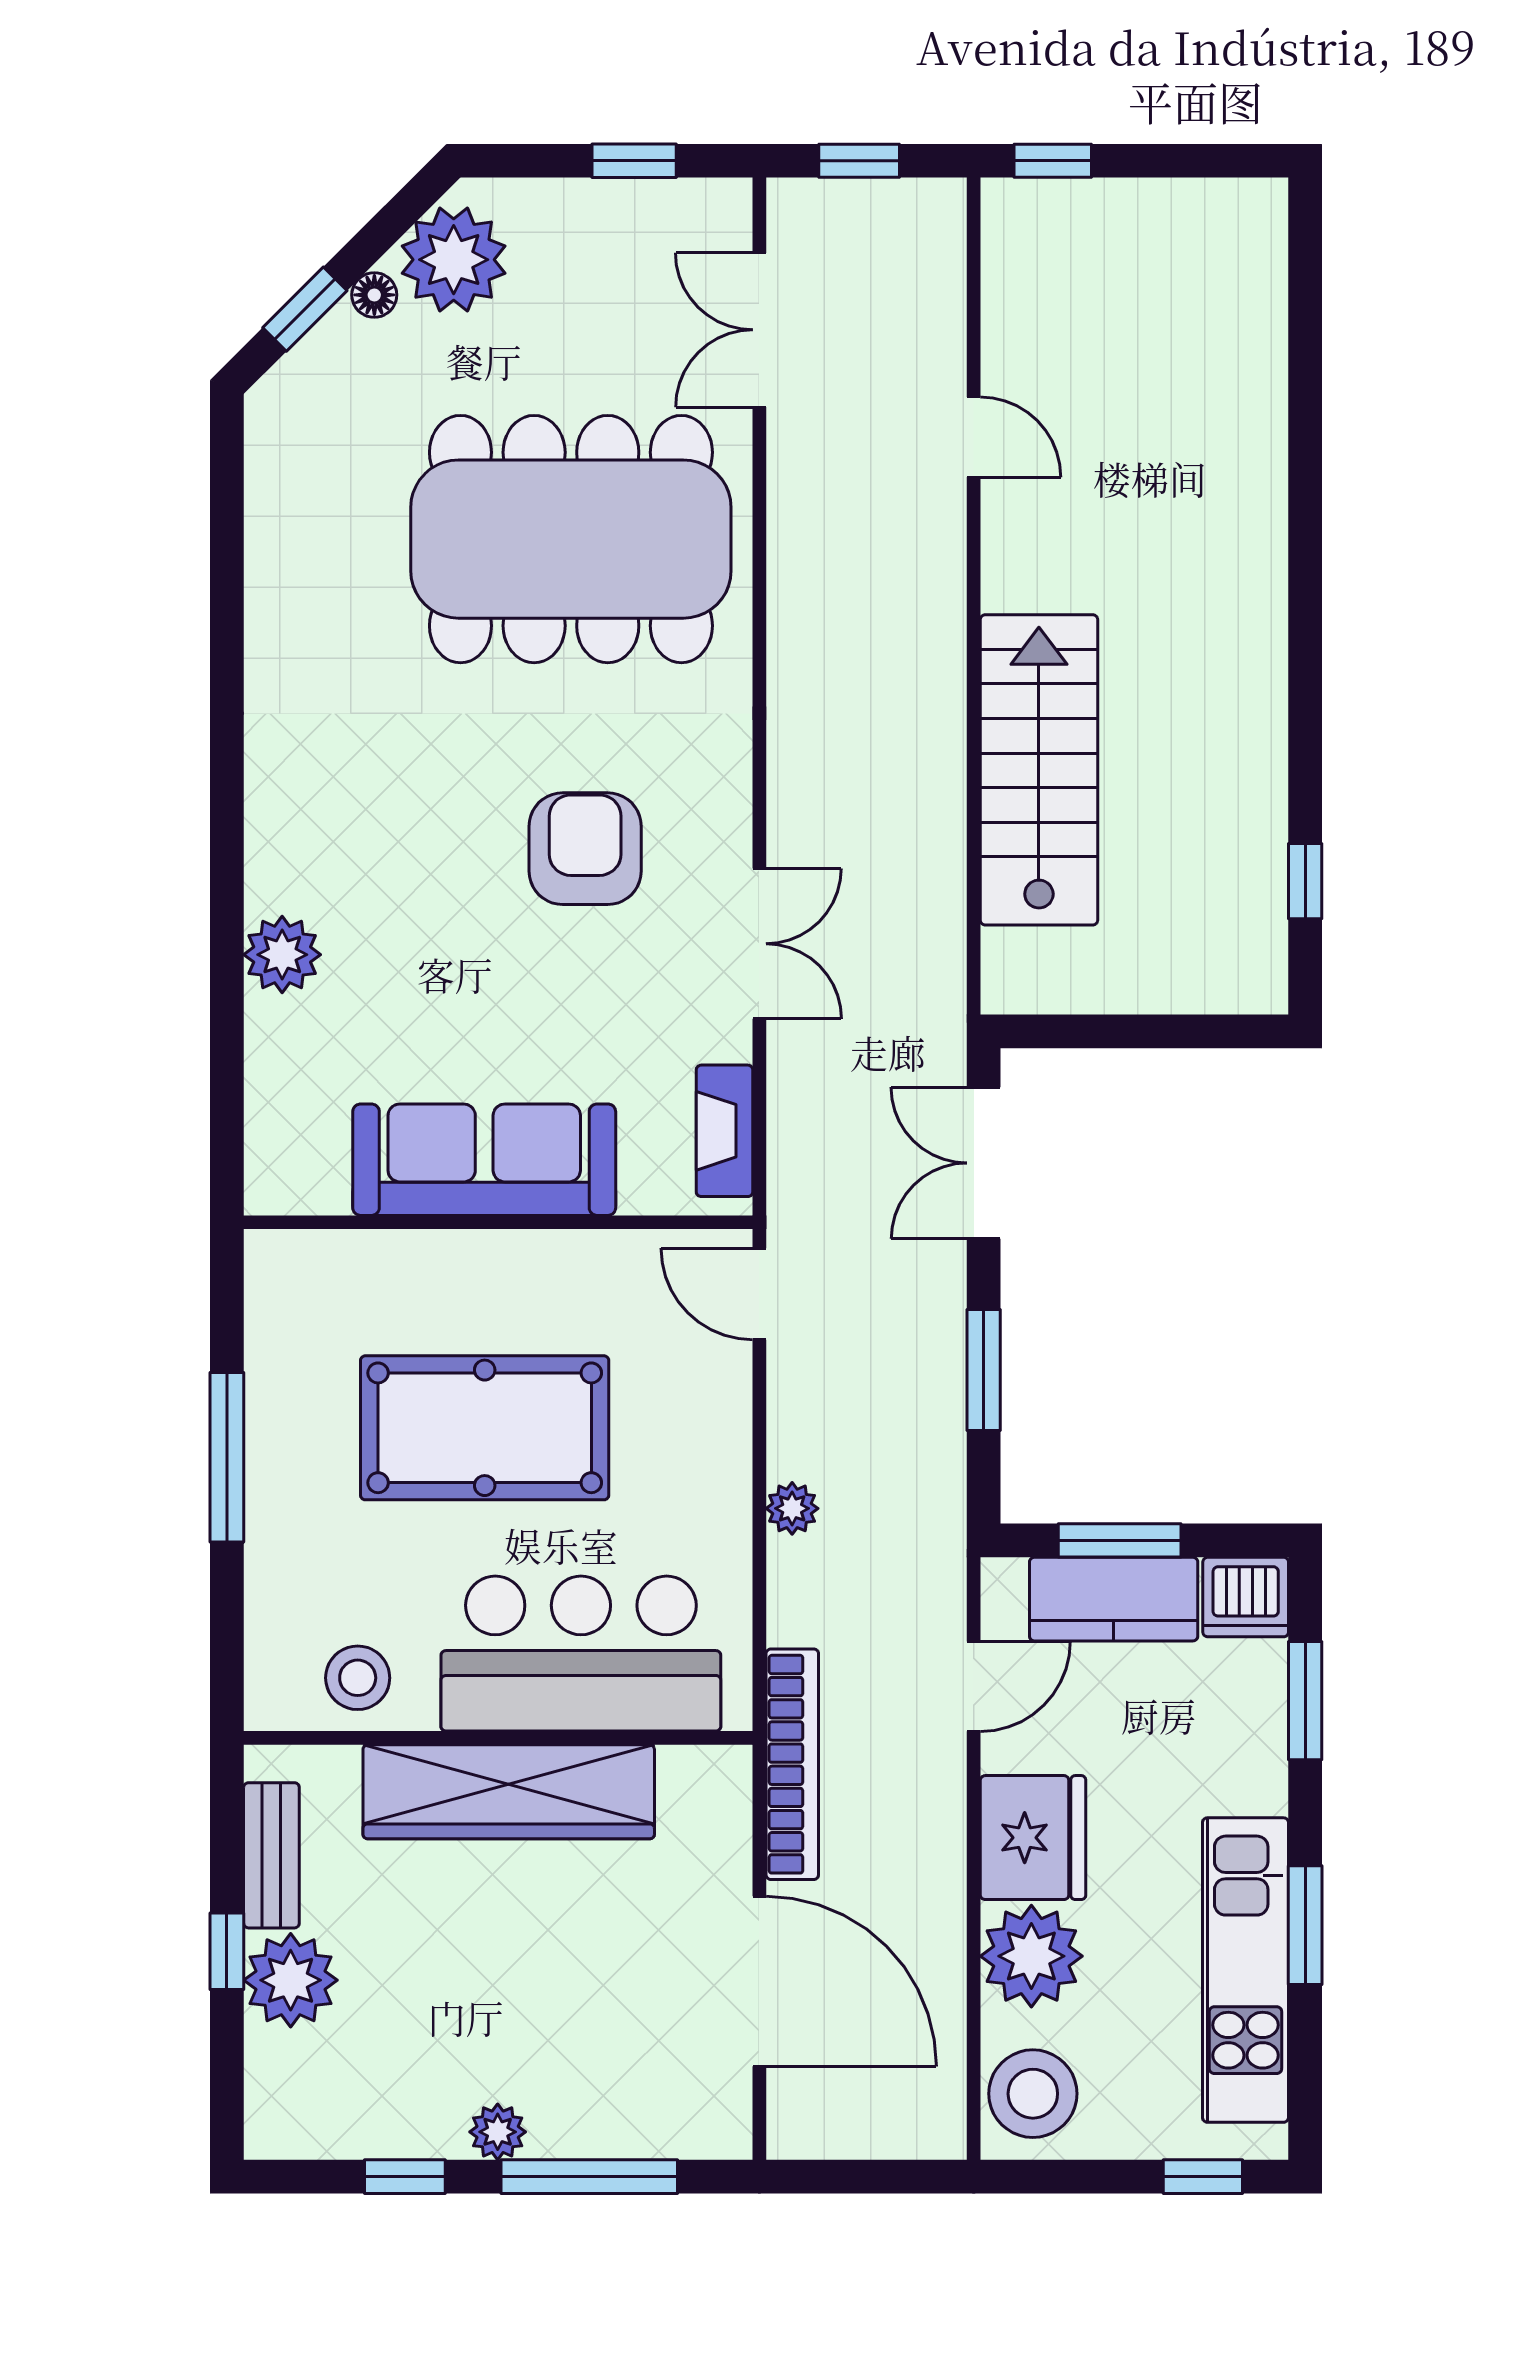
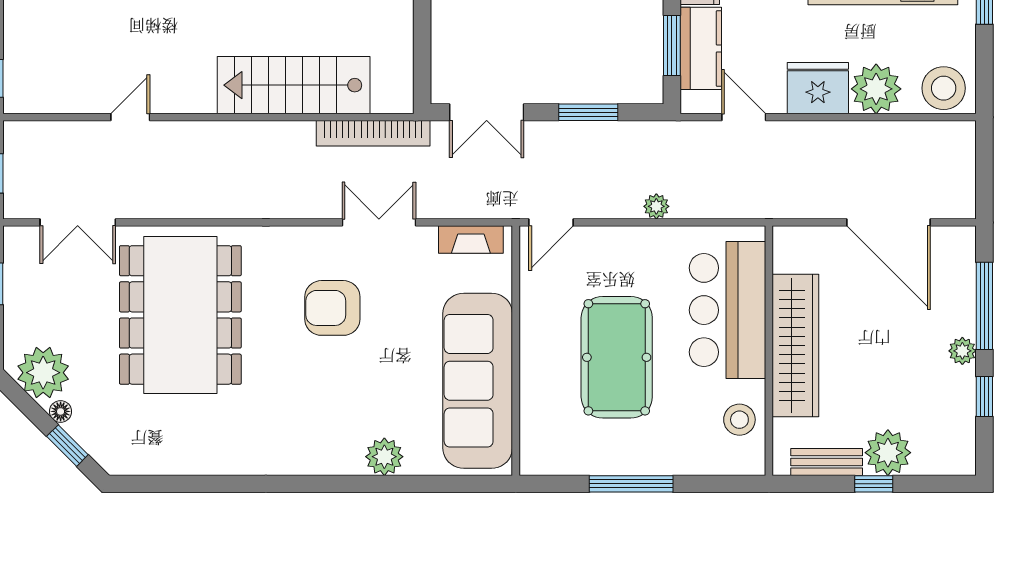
sofa: (484, 1160) -> (478, 381), width x1.36, depth x1.27
bookcase: (792, 1764) -> (373, 133), moved, turned 180
door: (759, 1981) -> (888, 222), swing flipped

